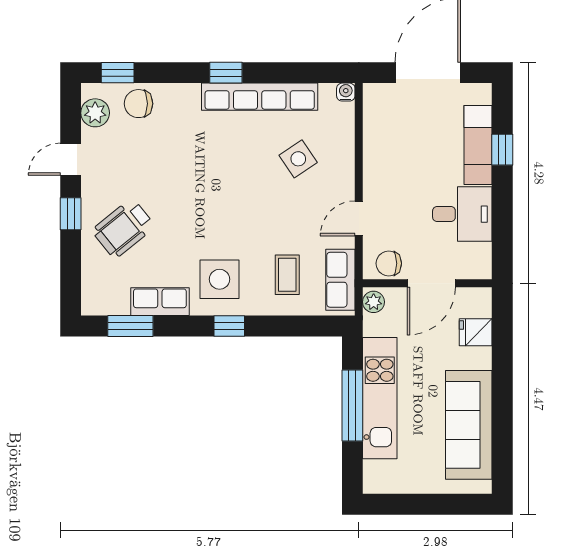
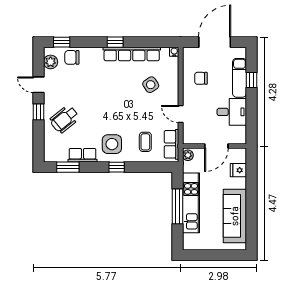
door: (71, 159) -> (38, 85), hinge flipped
door: (359, 218) -> (181, 114), hinge flipped
chair: (389, 263) -> (201, 78), moved

